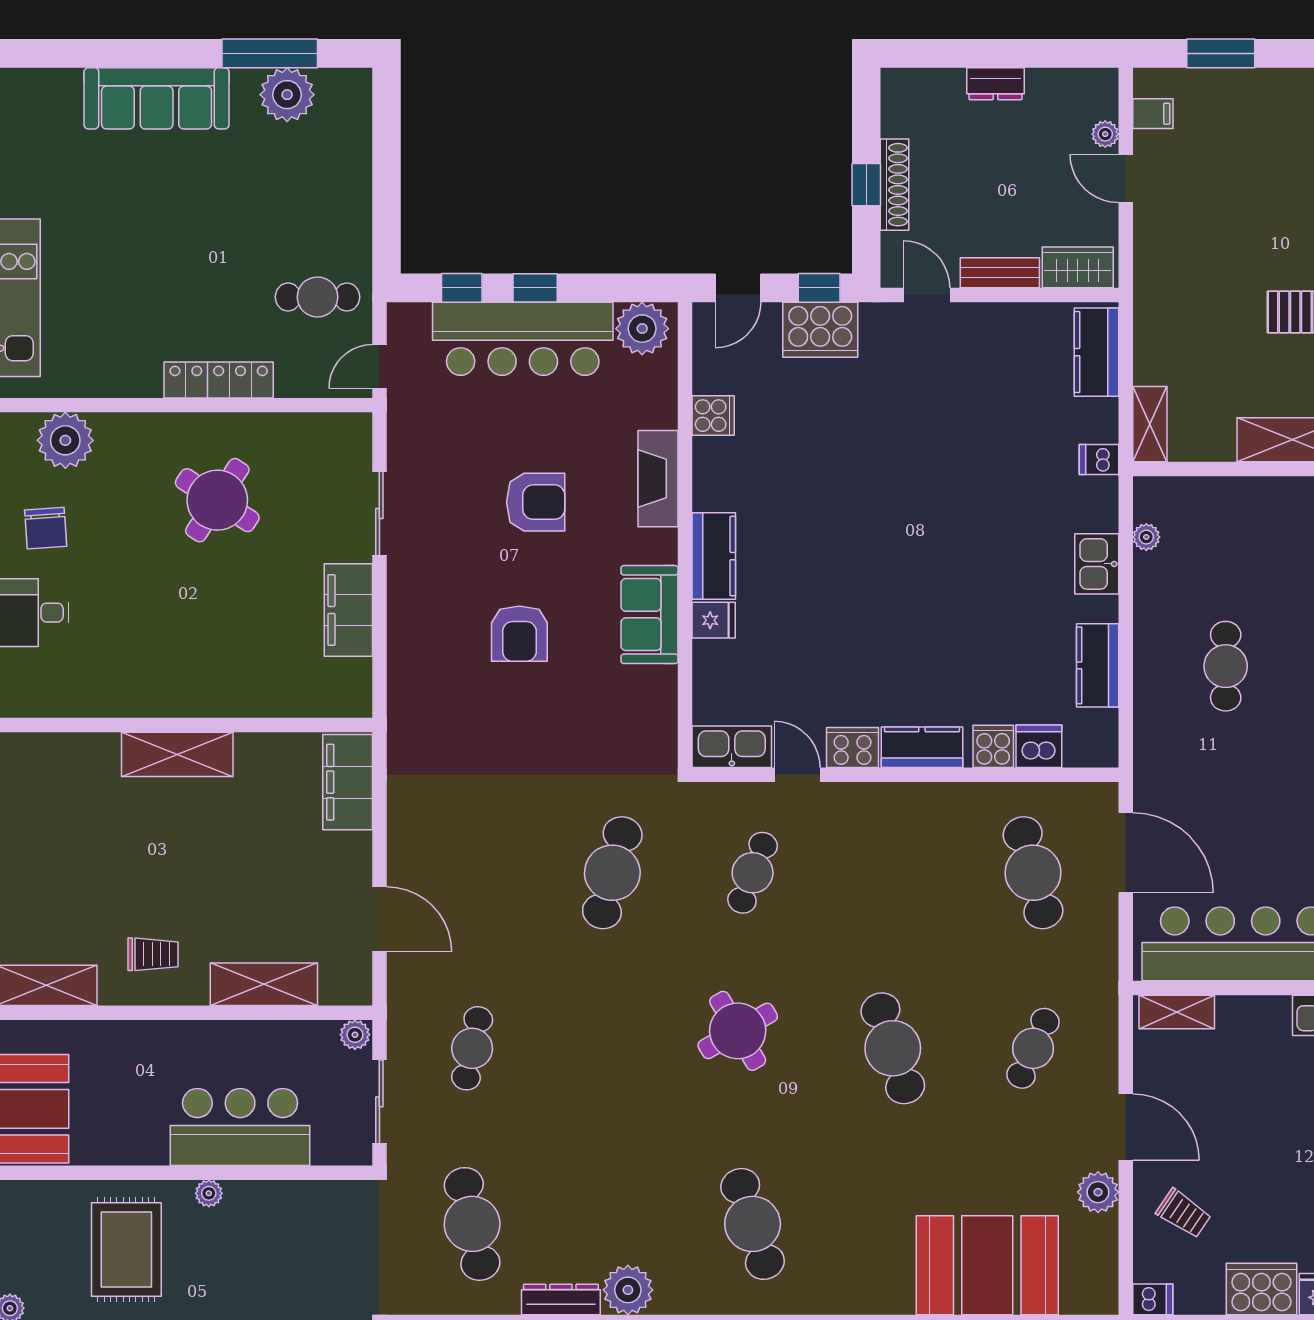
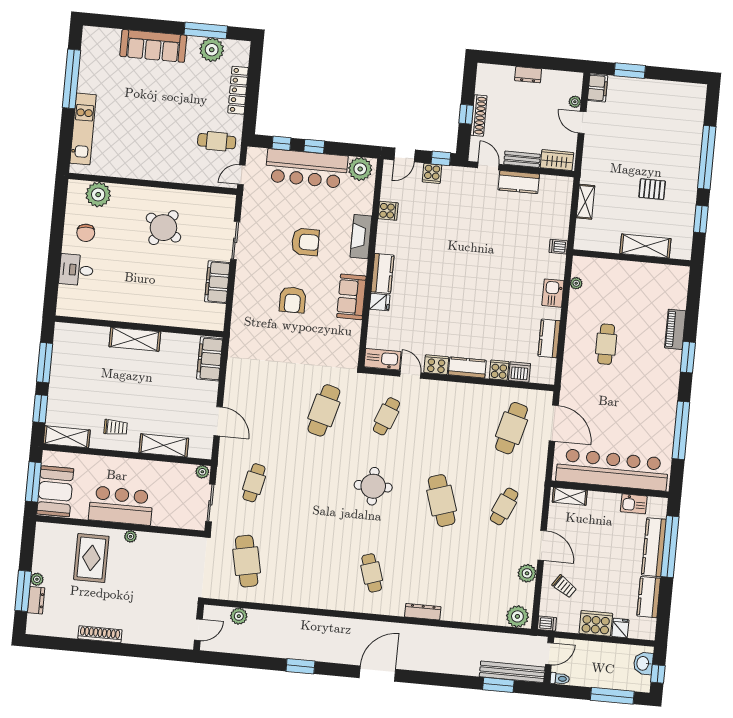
filing cabinet: (1153, 114) -> (598, 88), width x2.00
cooker: (820, 330) -> (432, 173), width x0.53, depth x0.76
kitchen counter: (1096, 352) -> (519, 182), moved, turned -90
locker: (219, 380) -> (238, 90), moved, turned -90
shelving: (1150, 424) -> (585, 202), moved
cafe table: (1033, 873) -> (512, 428), turned 30
round table: (738, 1031) -> (373, 486), turned 30
bar counter: (240, 1127) -> (121, 506), moved
cafe table: (753, 1224) -> (372, 573), width x0.73, depth x0.74
booth: (987, 1265) -> (475, 601), removed
plant: (628, 1290) -> (517, 616), moved
dresser: (561, 1299) -> (423, 612), moved

